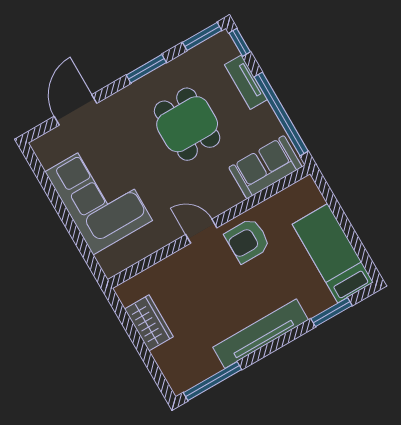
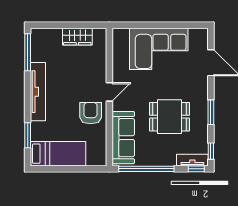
window: (202, 36) -> (211, 151), width x0.67
tv unit: (246, 82) -> (192, 160), moved
sofa: (265, 167) -> (123, 138), width x1.36

